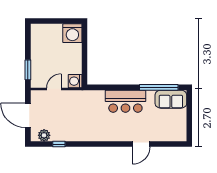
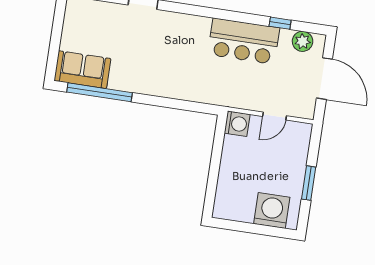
washing machine: (72, 33) -> (272, 211), moved
window: (28, 70) -> (309, 183), moved
bar counter: (125, 101) -> (244, 41), moved, turned 180

